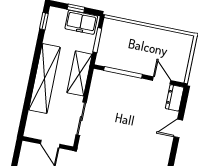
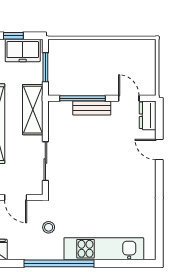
bench: (129, 82) -> (92, 108), added
door: (178, 128) -> (159, 150), hinge flipped

